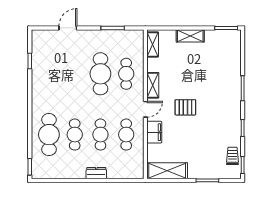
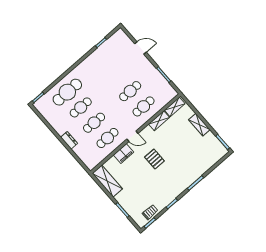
cafe table: (100, 74) -> (130, 91), width x0.73, depth x0.74
shelving: (153, 85) -> (159, 121), moved

